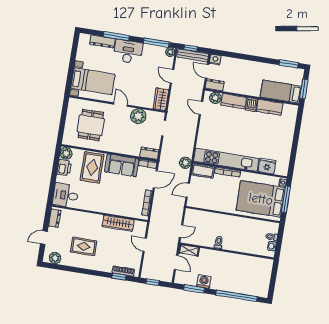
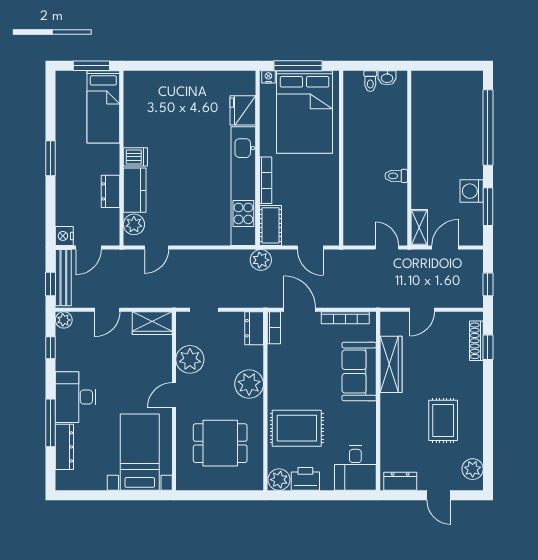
window: (156, 43) -> (51, 348), width x0.46
window: (289, 64) -> (51, 158), moved
dresser: (215, 85) -> (110, 191), moved
kitchen counter: (270, 107) -> (135, 123), removed
plant: (120, 146) -> (249, 384), added
sofa: (122, 165) -> (359, 372), moved, turned 180

